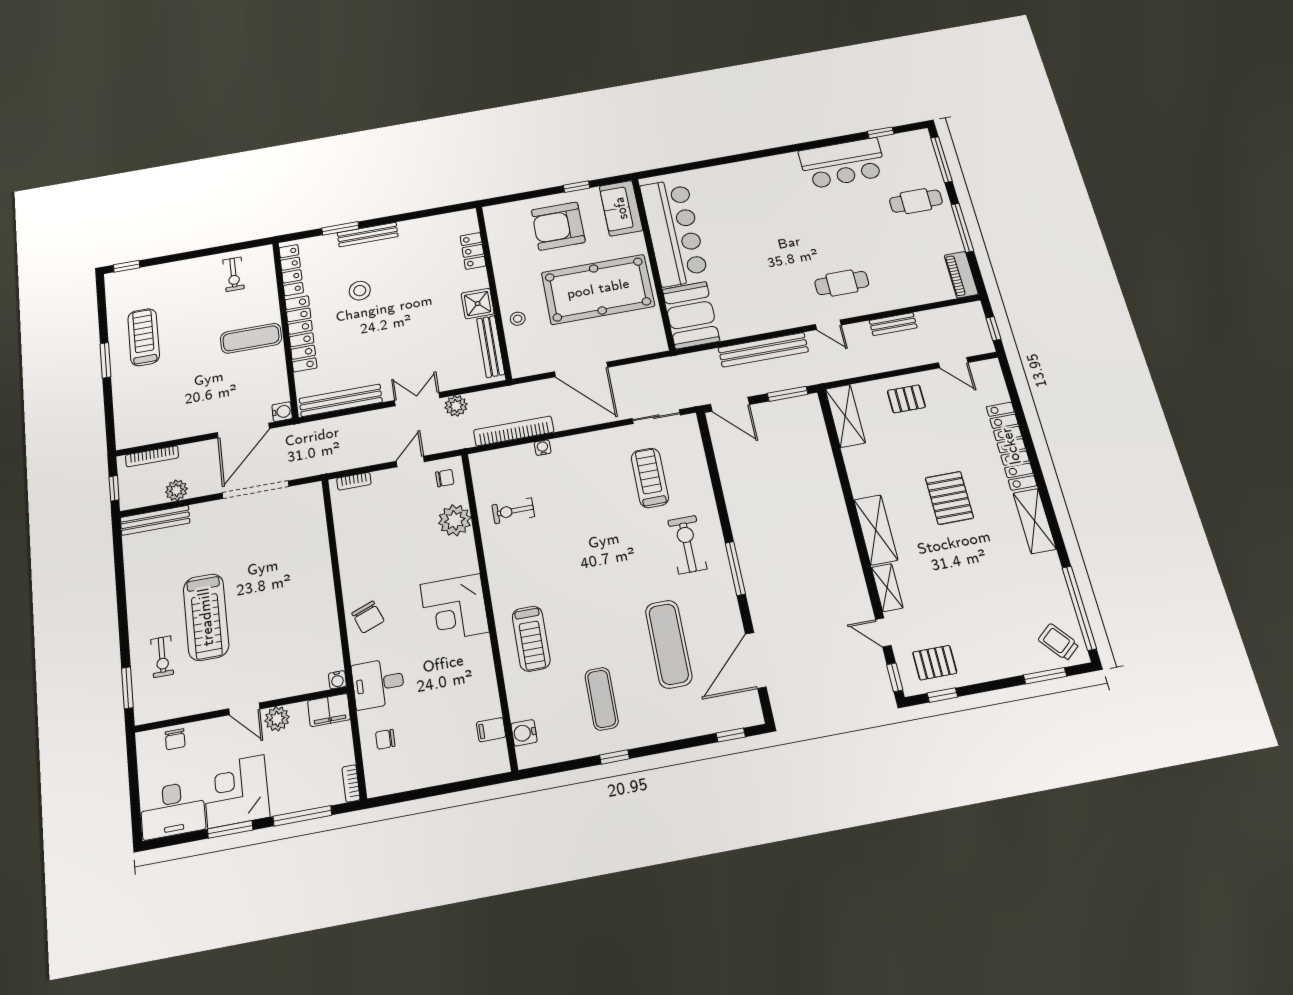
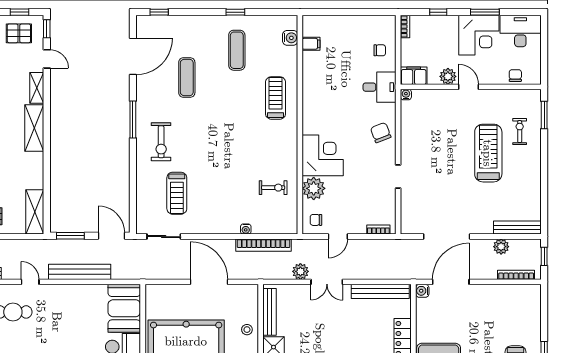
doorway: (334, 559) -> (398, 177), added
corner desk: (454, 608) -> (323, 155), moved
exercise mat: (669, 644) -> (187, 78), width x0.73, depth x0.69
window: (302, 816) -> (438, 12), width x0.46

